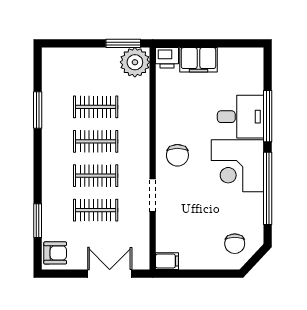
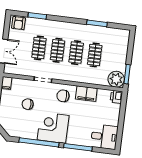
filing cabinet: (199, 60) -> (86, 94), moved, turned -90
desk: (241, 117) -> (104, 137), moved, turned -90
chair: (235, 244) -> (28, 104), moved

